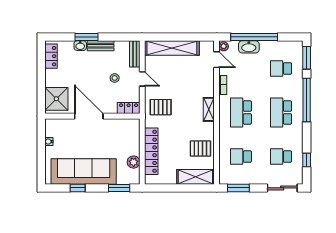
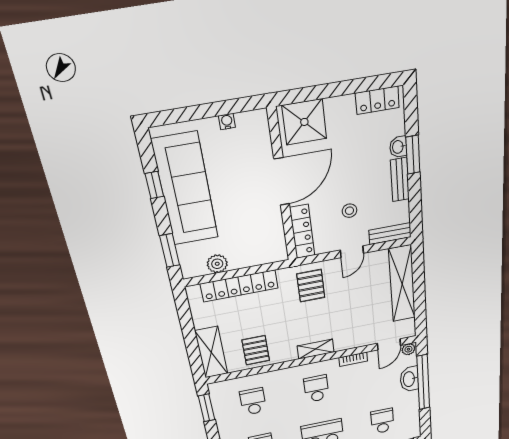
locker: (129, 108) -> (302, 232), width x1.53
school desk: (241, 112) -> (316, 389), width x0.54

